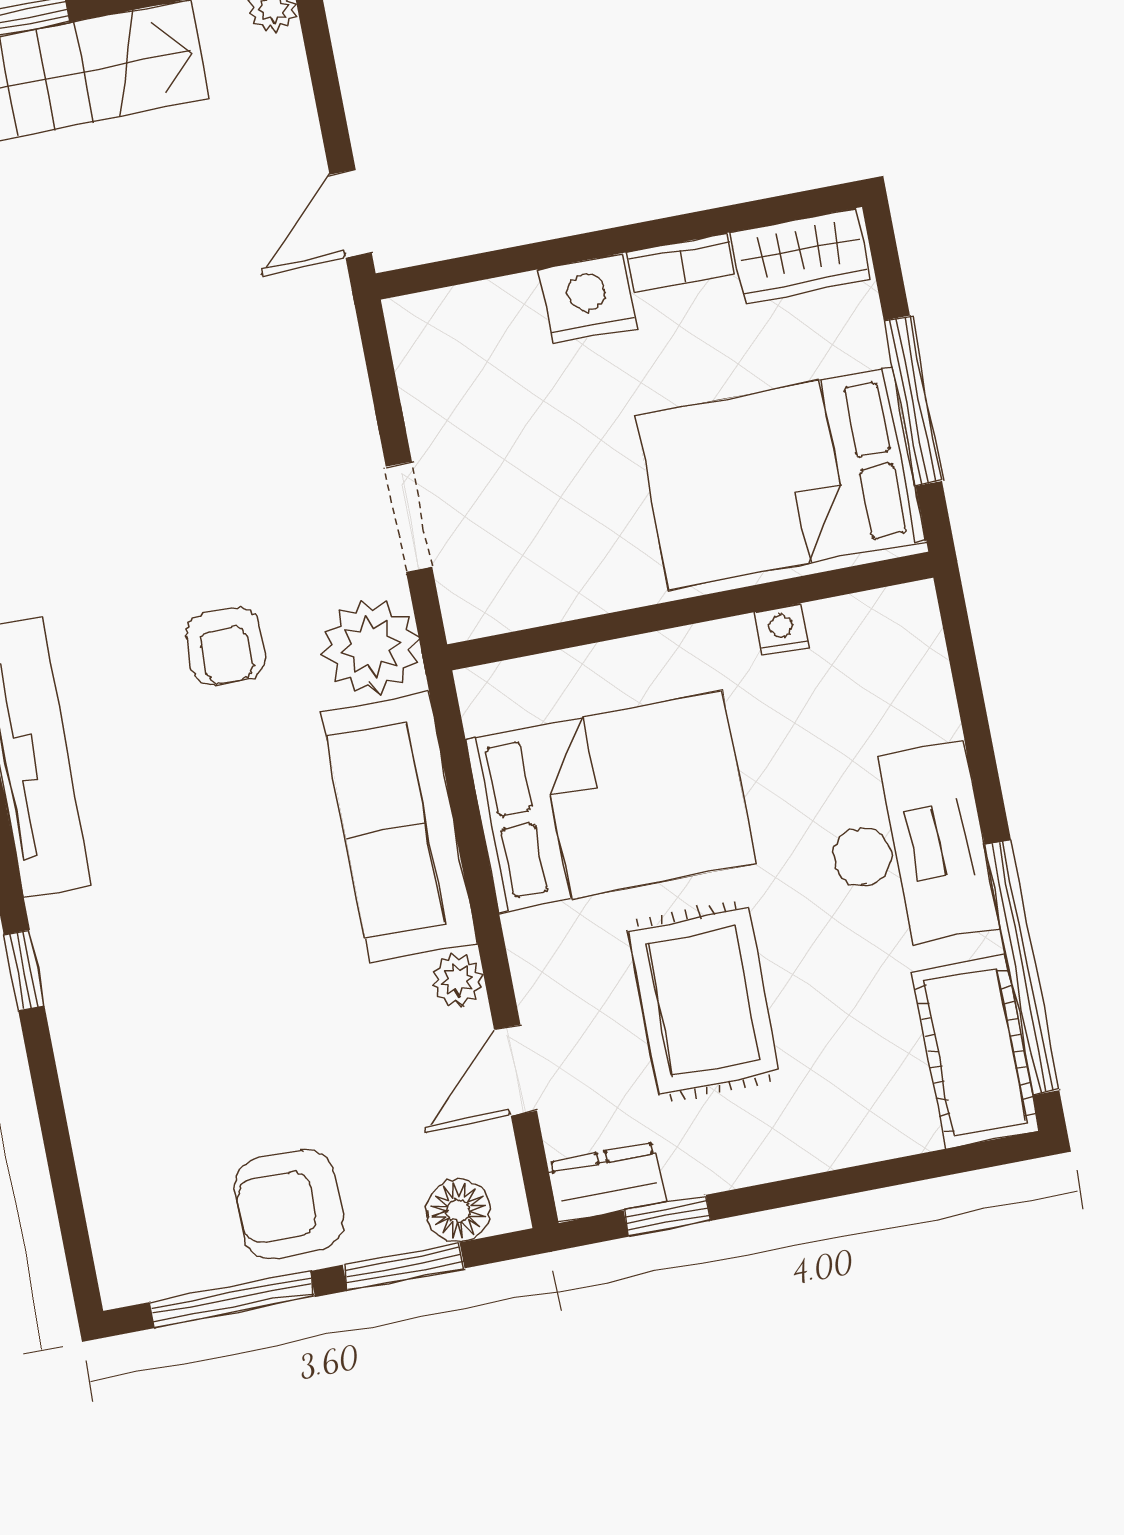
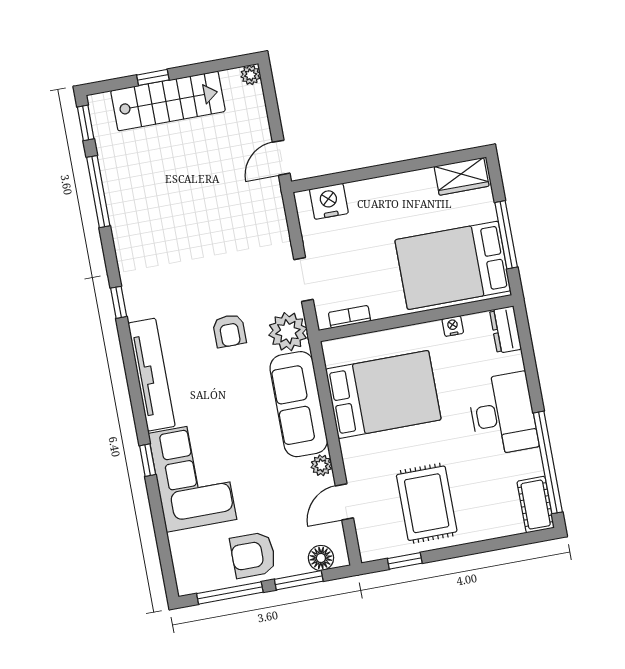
bookcase: (681, 262) -> (350, 317), moved, turned 180
nightstand: (587, 299) -> (329, 201), moved
rug: (703, 1001) -> (427, 503), moved
corner sofa: (136, 1010) -> (192, 476), added
cot: (976, 1051) -> (536, 505), width x0.73, depth x0.75
dresser: (607, 1182) -> (506, 330), moved, turned -90

